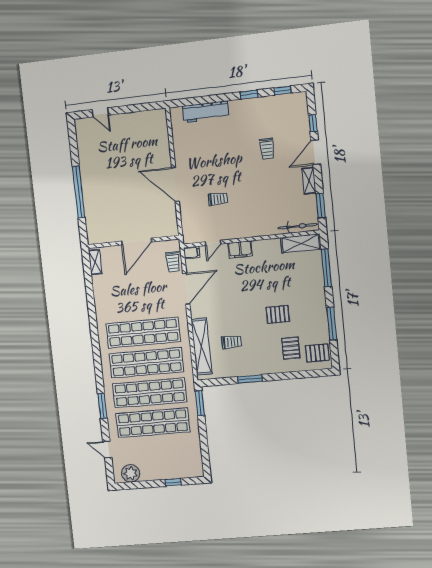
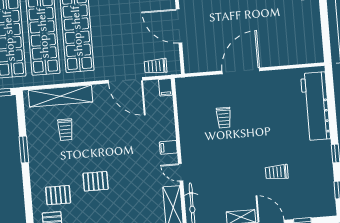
workbench: (206, 112) -> (316, 106), width x1.36, depth x1.32
door: (213, 243) -> (181, 172), moved
filing cabinet: (240, 249) -> (168, 147), width x0.50
pallet: (278, 314) -> (96, 181), turned 90

